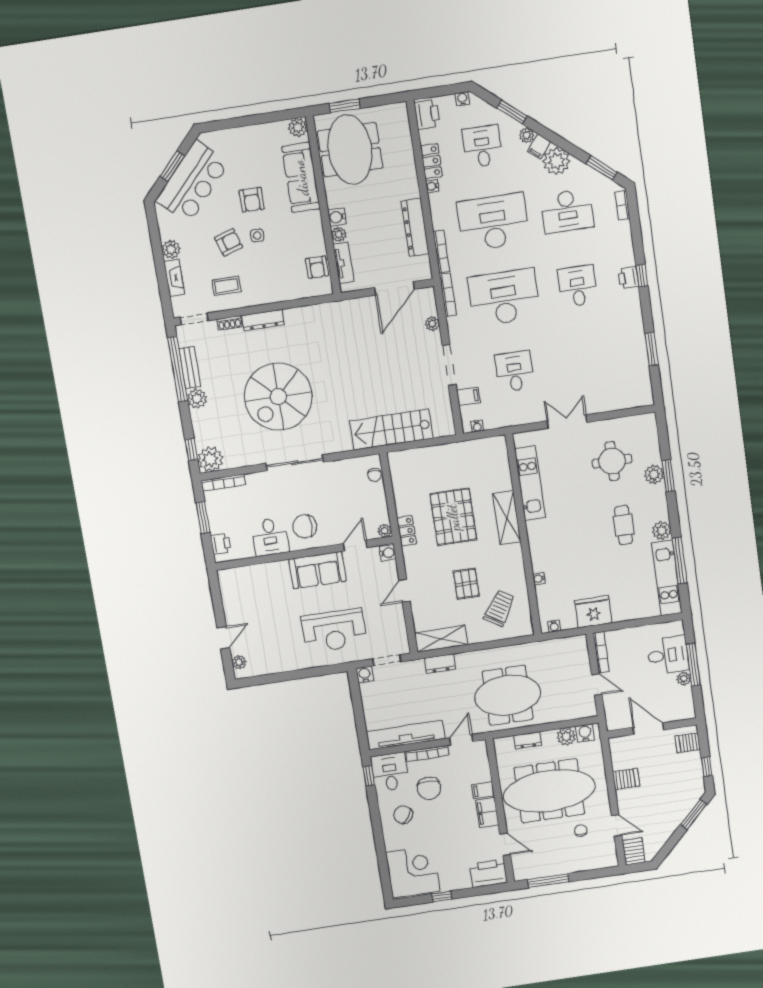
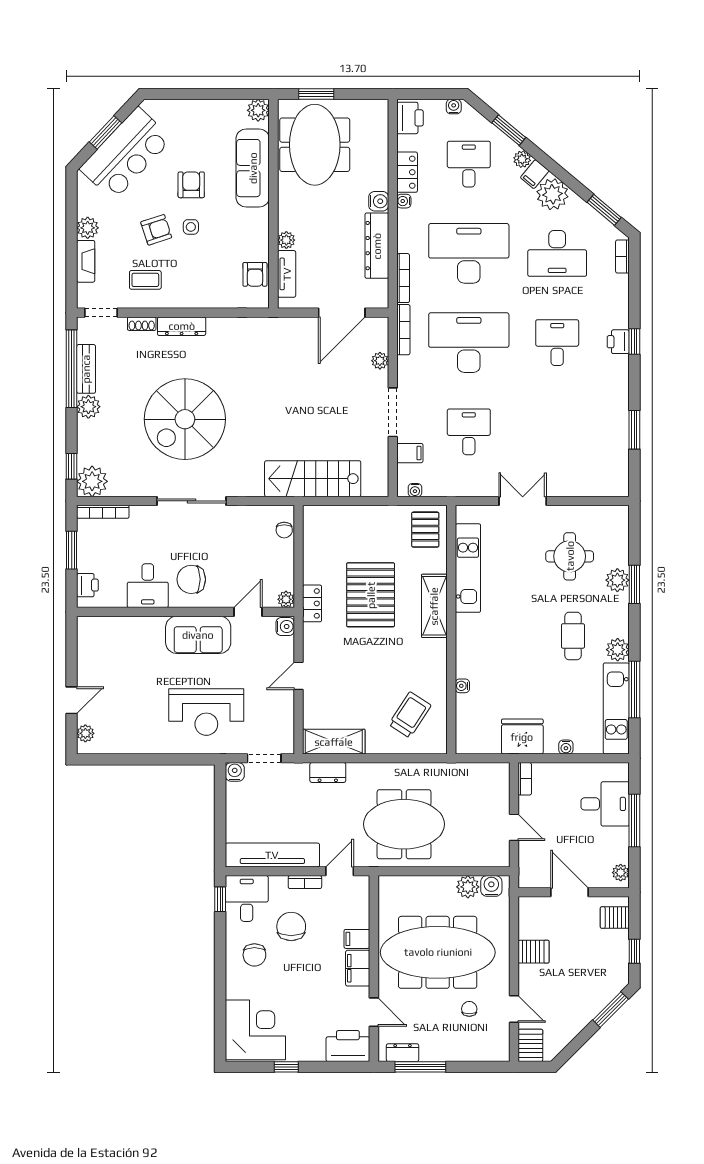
armchair: (252, 200) -> (191, 185), turned 180
water cooler: (337, 217) -> (379, 201), moved, turned 180
pallet: (466, 584) -> (425, 530), moved
water cooler: (554, 626) -> (566, 747), moved
bookcase: (601, 652) -> (525, 779), width x0.64
plant: (684, 679) -> (621, 873), moved
dresser: (527, 740) -> (403, 1053), moved, turned 180
bookcase: (427, 753) -> (305, 882), width x0.64
chair: (429, 788) -> (291, 926), turned 180
chair: (403, 815) -> (254, 955), turned -126

